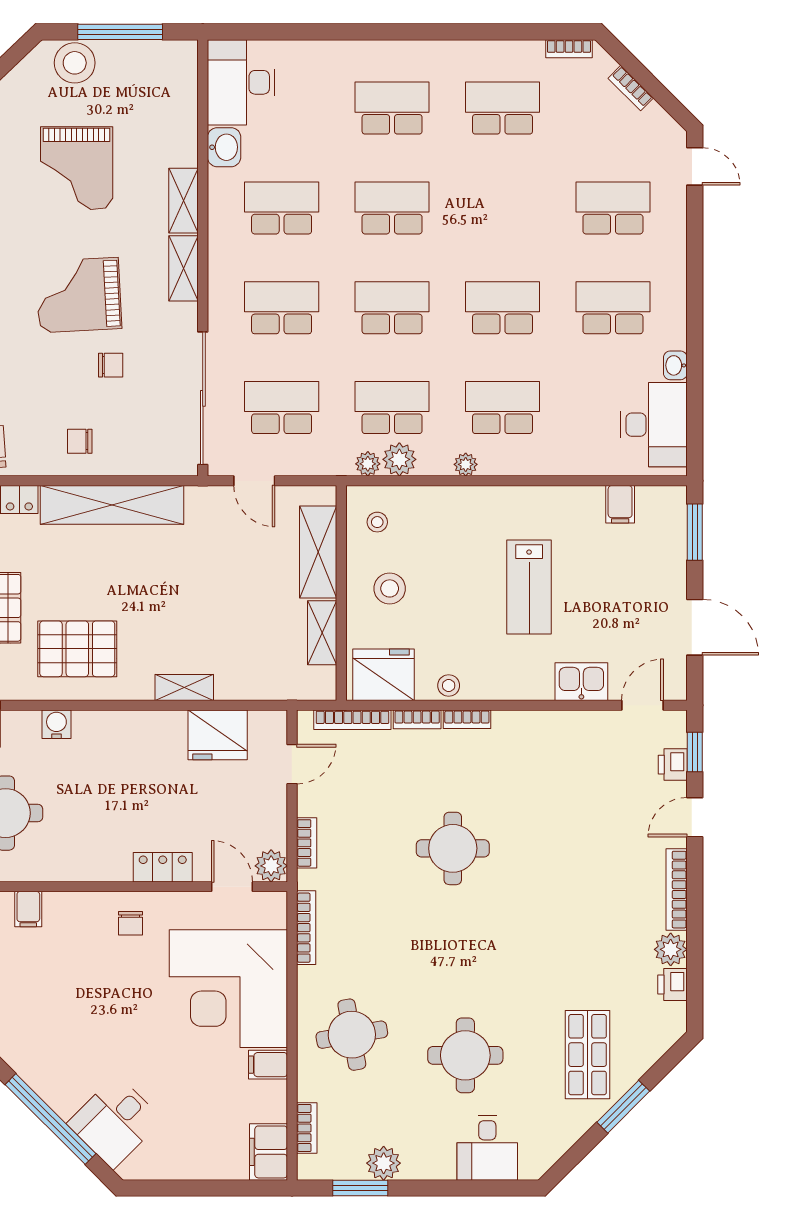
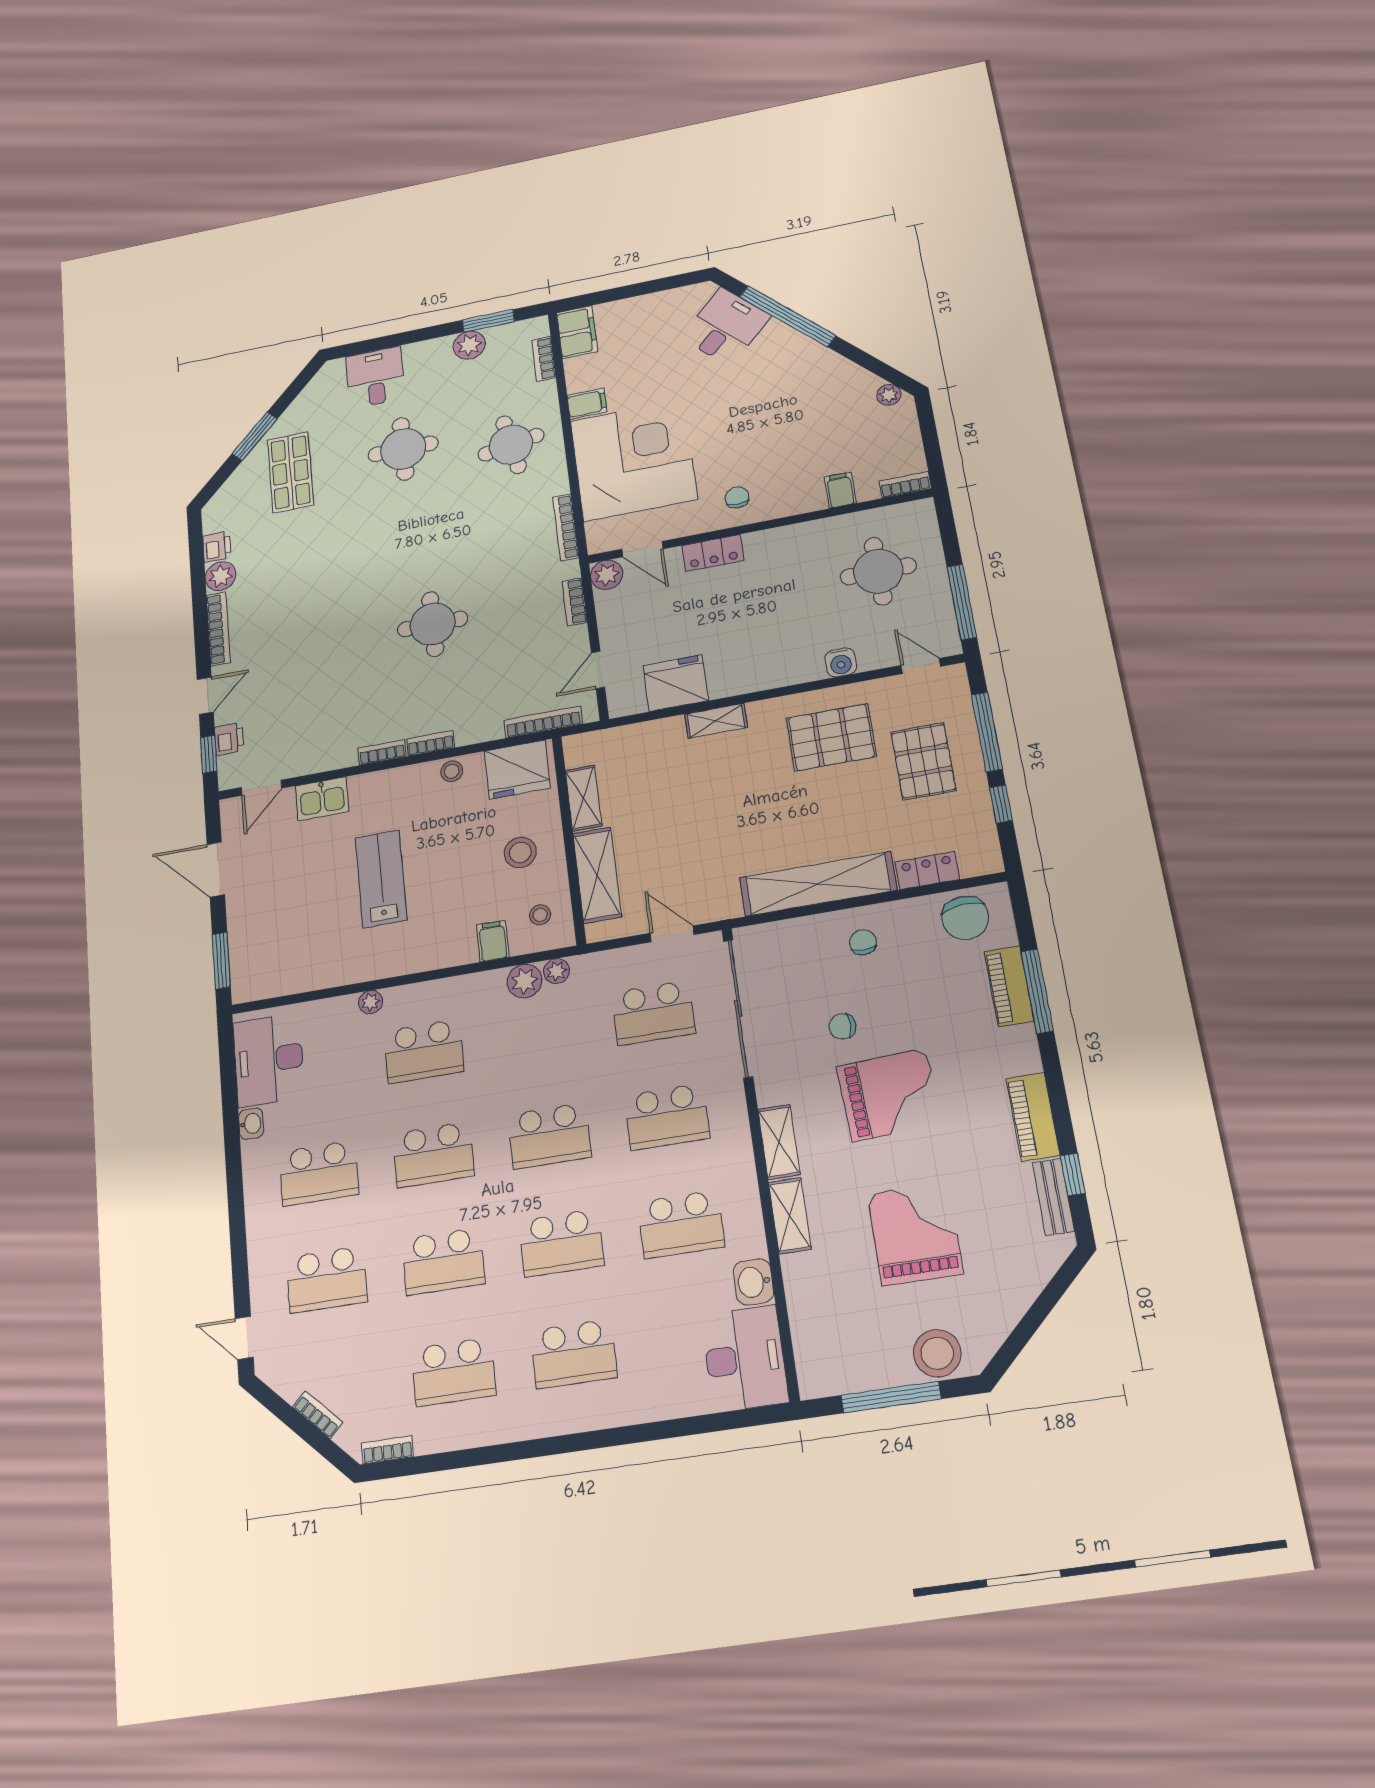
school desk: (392, 408) -> (443, 1261), moved
chair: (80, 441) -> (863, 942), turned -90
plant: (466, 464) -> (371, 1002), moved
filing cabinet: (620, 504) -> (493, 941), moved
bookcase: (417, 719) -> (382, 752), moved

